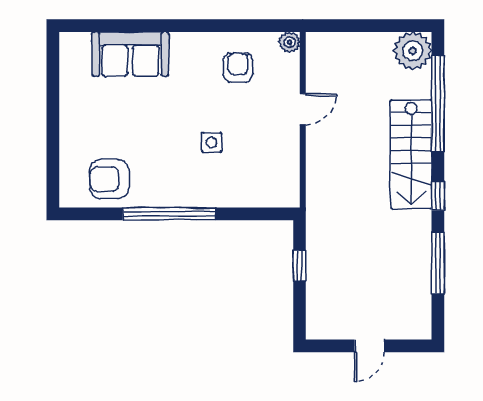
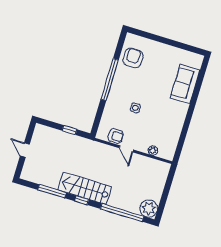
plant: (289, 42) -> (153, 151), moved
armchair: (238, 68) -> (116, 136), moved
door: (303, 109) -> (126, 149), moved
stairs: (411, 154) -> (85, 188), moved

